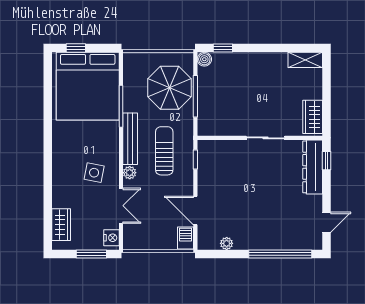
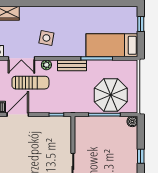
window: (223, 48) -> (141, 156), moved
bed: (88, 86) -> (112, 45), width x0.49
bench: (130, 139) -> (72, 65), width x0.73
sun lounger: (164, 151) -> (30, 83), moved

